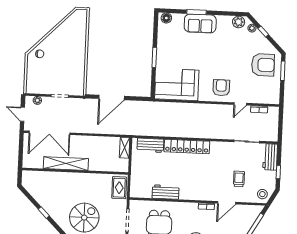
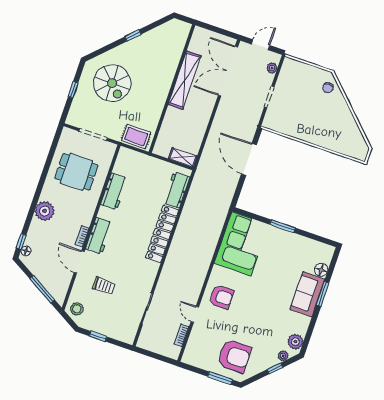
floor lamp: (166, 18) -> (321, 270), moved
armchair: (263, 65) -> (234, 356), turned -90
workbench: (270, 157) -> (99, 236), moved, turned 90

